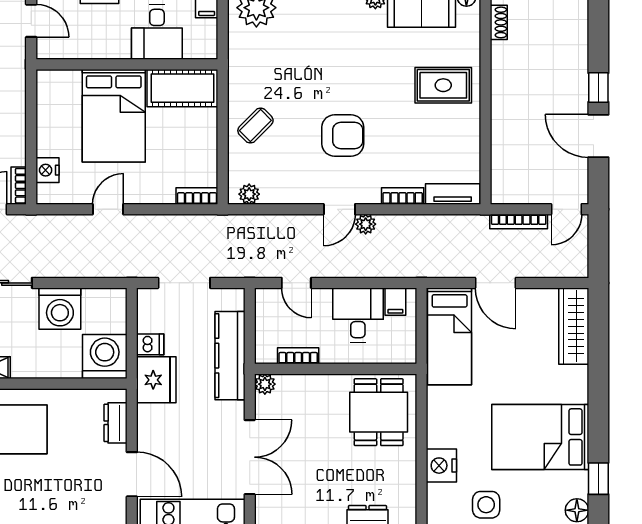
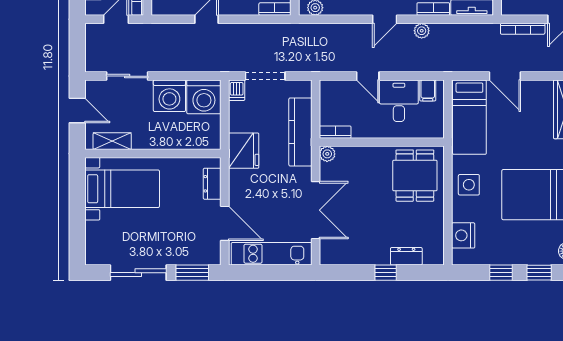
plant: (366, 224) -> (422, 31), moved
door: (296, 283) -> (368, 76), moved
dishwasher: (150, 344) -> (237, 90), moved, turned 90
bookcase: (298, 356) -> (335, 132), moved
washing machine: (105, 357) -> (204, 97), moved, turned 180
nightstand: (441, 466) -> (463, 235), moved
side table: (486, 505) -> (469, 185), moved

